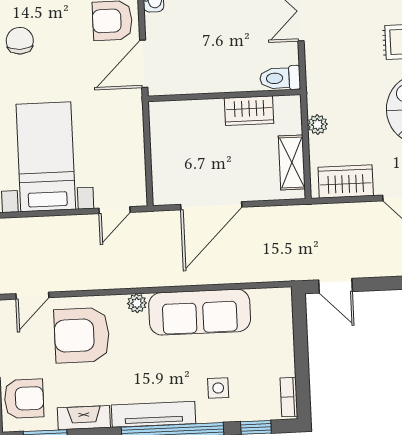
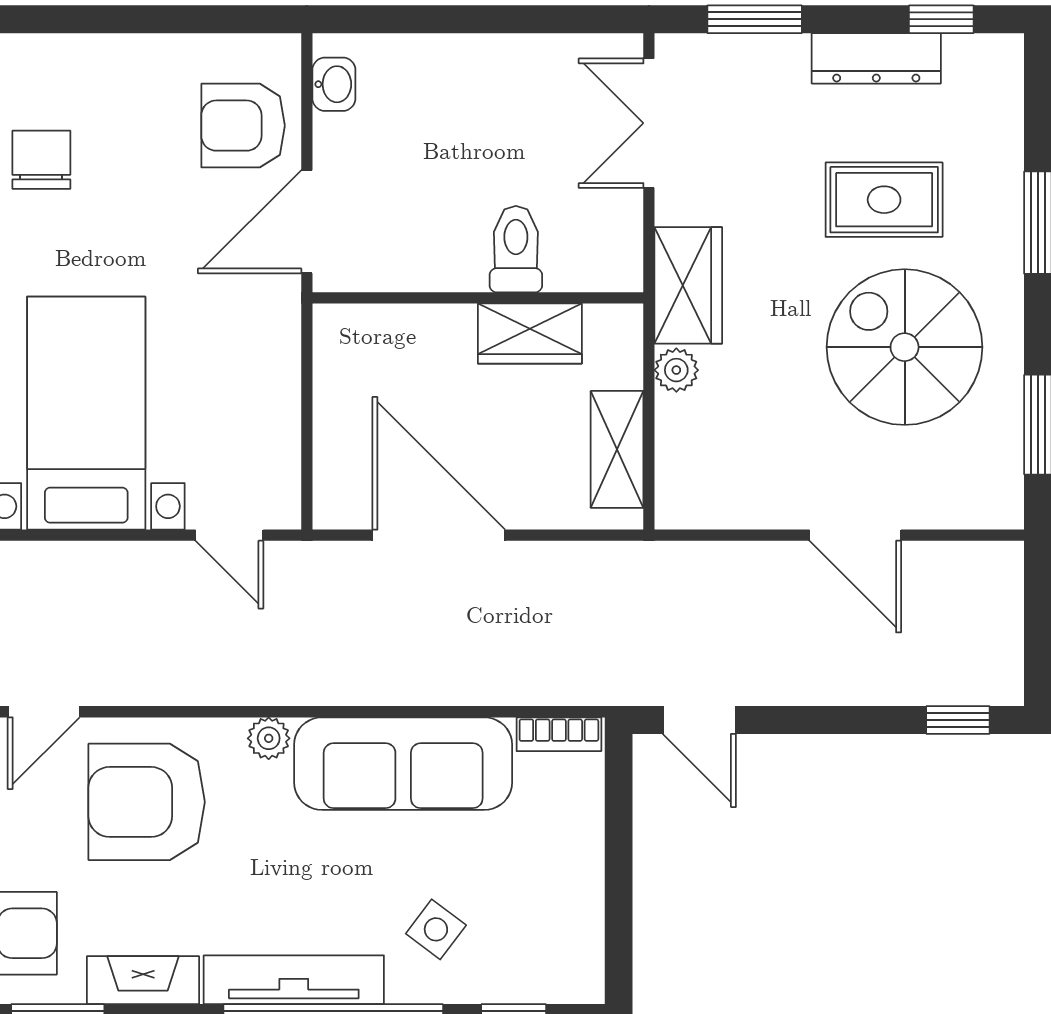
toilet: (280, 78) -> (516, 249), moved, turned 90
wardrobe: (346, 181) -> (688, 285), moved, turned 90
door: (211, 206) -> (439, 535), swing flipped
door: (114, 210) -> (229, 535), hinge flipped
side table: (218, 388) -> (436, 929), turned 37
bookcase: (289, 397) -> (559, 734), moved, turned -90

